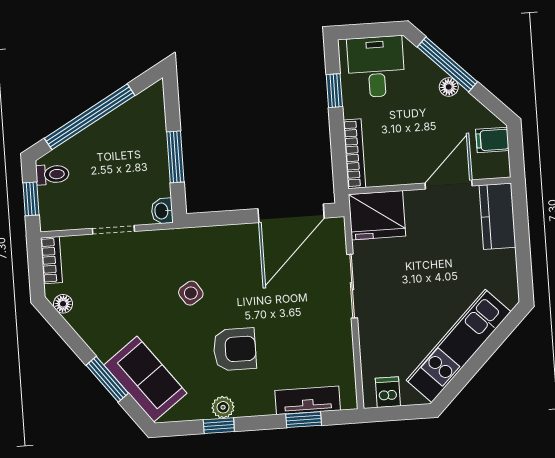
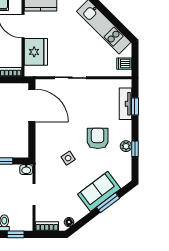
fridge: (377, 215) -> (36, 52), moved
sofa: (145, 379) -> (99, 191), moved

